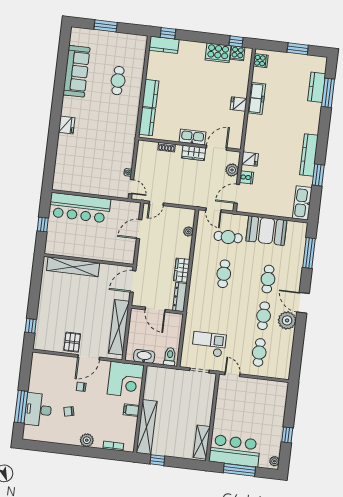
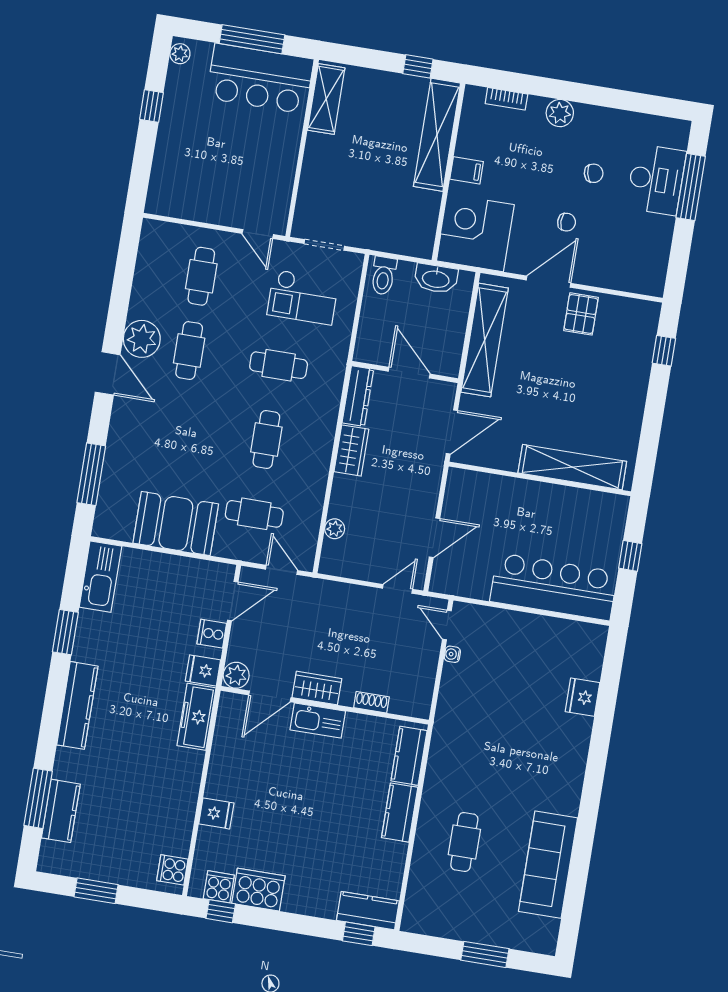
freezer: (257, 98) -> (197, 717), moved
fridge: (239, 104) -> (216, 813), moved
fridge: (67, 125) -> (583, 697), moved
kitchen counter: (309, 155) -> (77, 705), moved
plant: (232, 170) -> (236, 675), moved
cafe table: (268, 279) -> (279, 365), moved, turned 90

